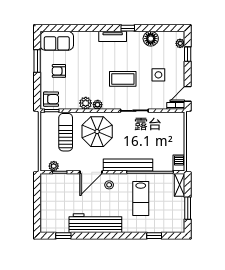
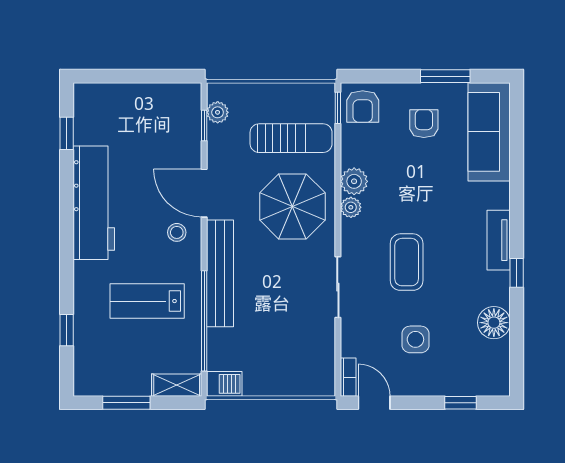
sofa: (57, 41) -> (489, 132), width x1.36
plant: (180, 43) -> (484, 387), removed

